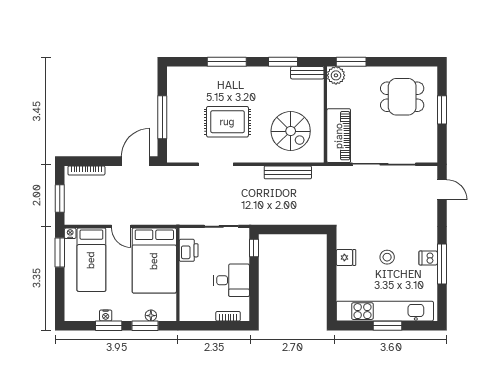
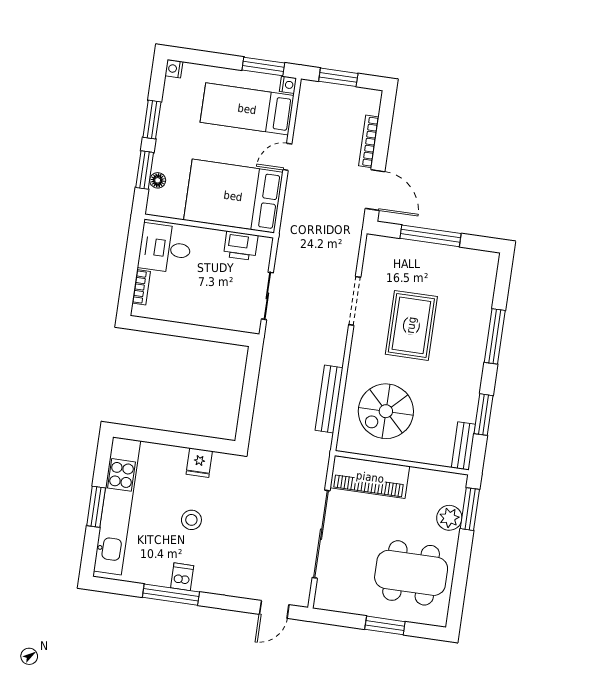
plant: (336, 75) -> (449, 518), moved
dining table: (402, 97) -> (411, 573), width x1.38
bookcase: (86, 171) -> (369, 141), moved
window: (254, 248) -> (231, 337), removed
desk: (232, 280) -> (165, 248), moved, turned 90
nightstand: (106, 315) -> (174, 69), moved

